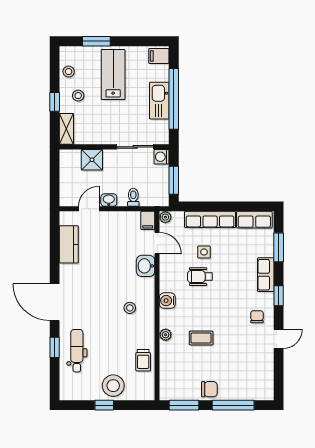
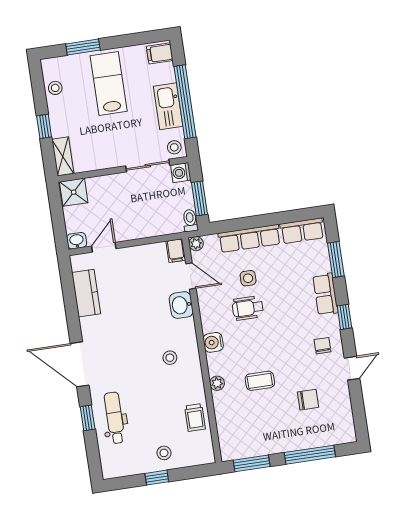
stool: (78, 96) -> (174, 147), moved
shower: (92, 160) -> (74, 192), moved
toilet: (133, 197) -> (190, 220), moved
washbasin: (109, 200) -> (77, 241), moved
stool: (113, 386) -> (164, 453), width x0.53, depth x0.53
chair: (209, 389) -> (308, 400), moved

